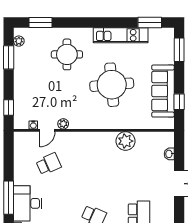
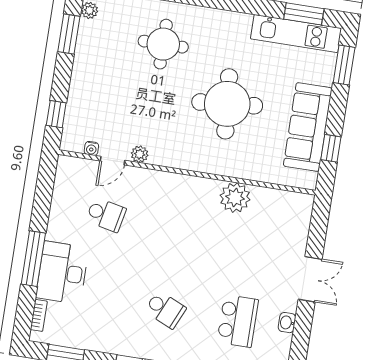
kitchen unit: (121, 35) -> (296, 34), moved
washbasin: (169, 154) -> (287, 323), moved
school desk: (49, 164) -> (106, 215), turned 36

